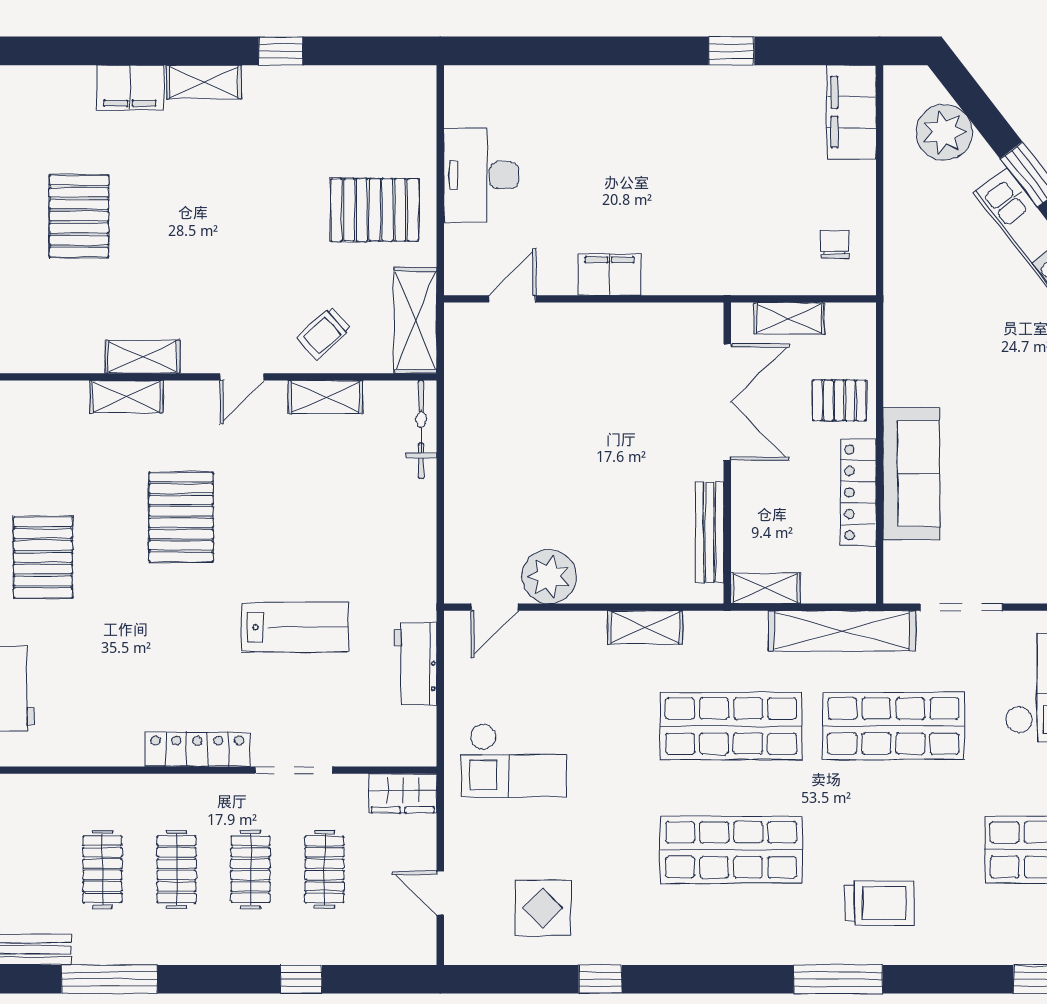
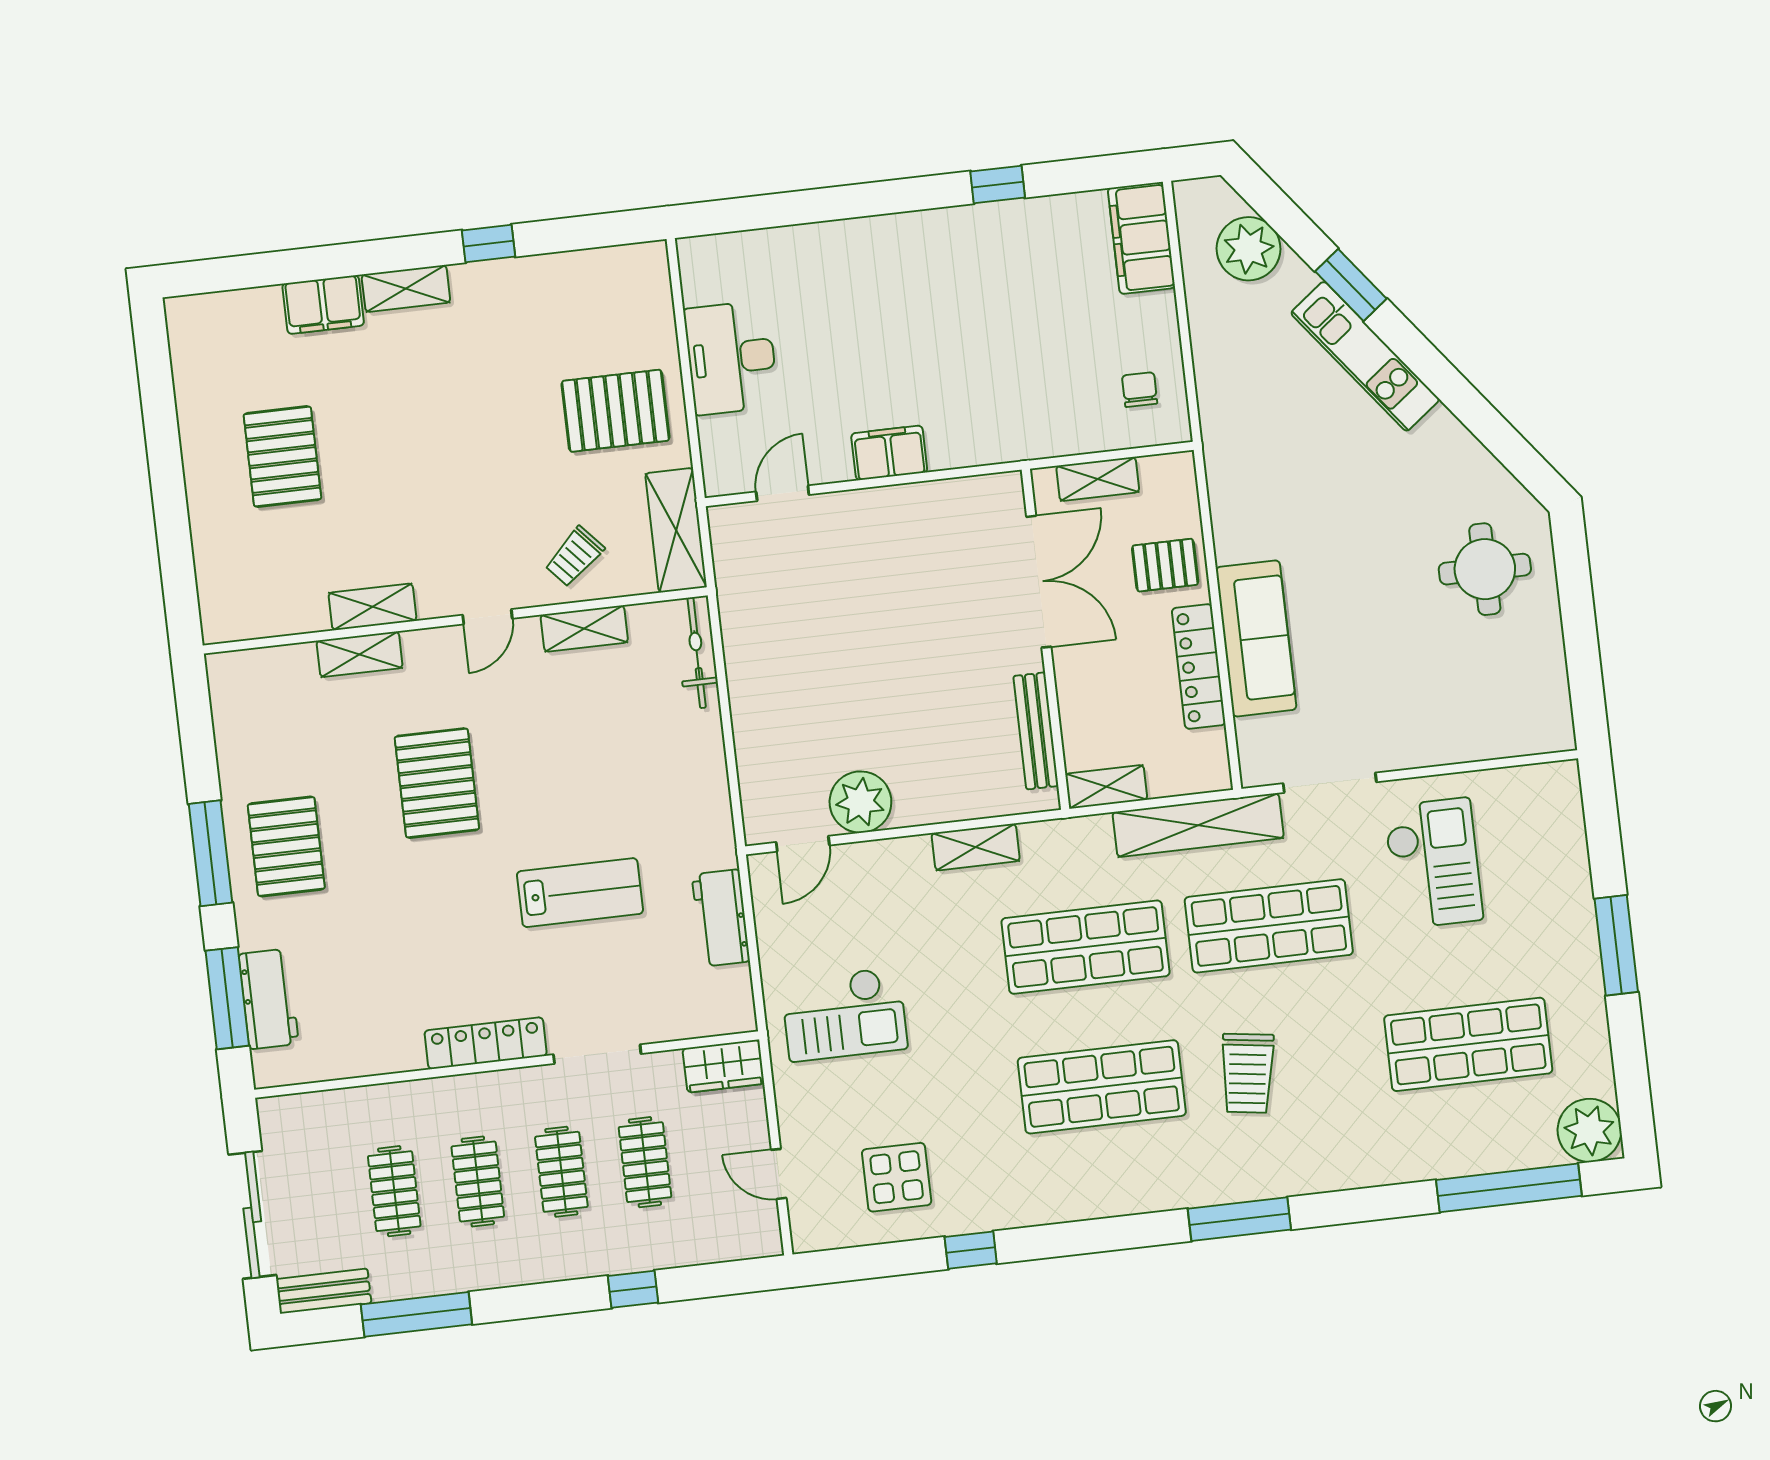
trolley: (879, 903) -> (1247, 1073), moved, turned 98

